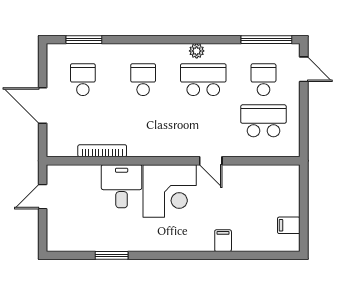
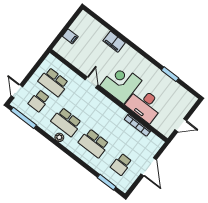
school desk: (143, 80) -> (94, 143), width x1.85
desk: (122, 186) -> (145, 105), width x1.37
filing cabinet: (289, 225) -> (70, 36), moved
filing cabinet: (223, 241) -> (114, 42), width x2.00

